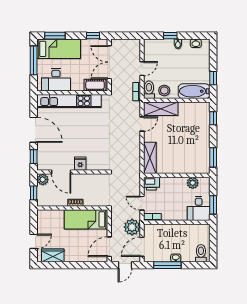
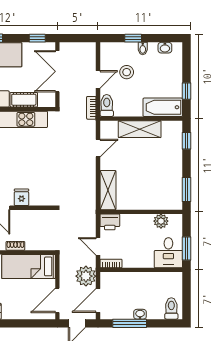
cot: (95, 85) -> (24, 100), moved
stool: (164, 90) -> (127, 72), moved
shelving: (161, 109) -> (140, 129), moved

